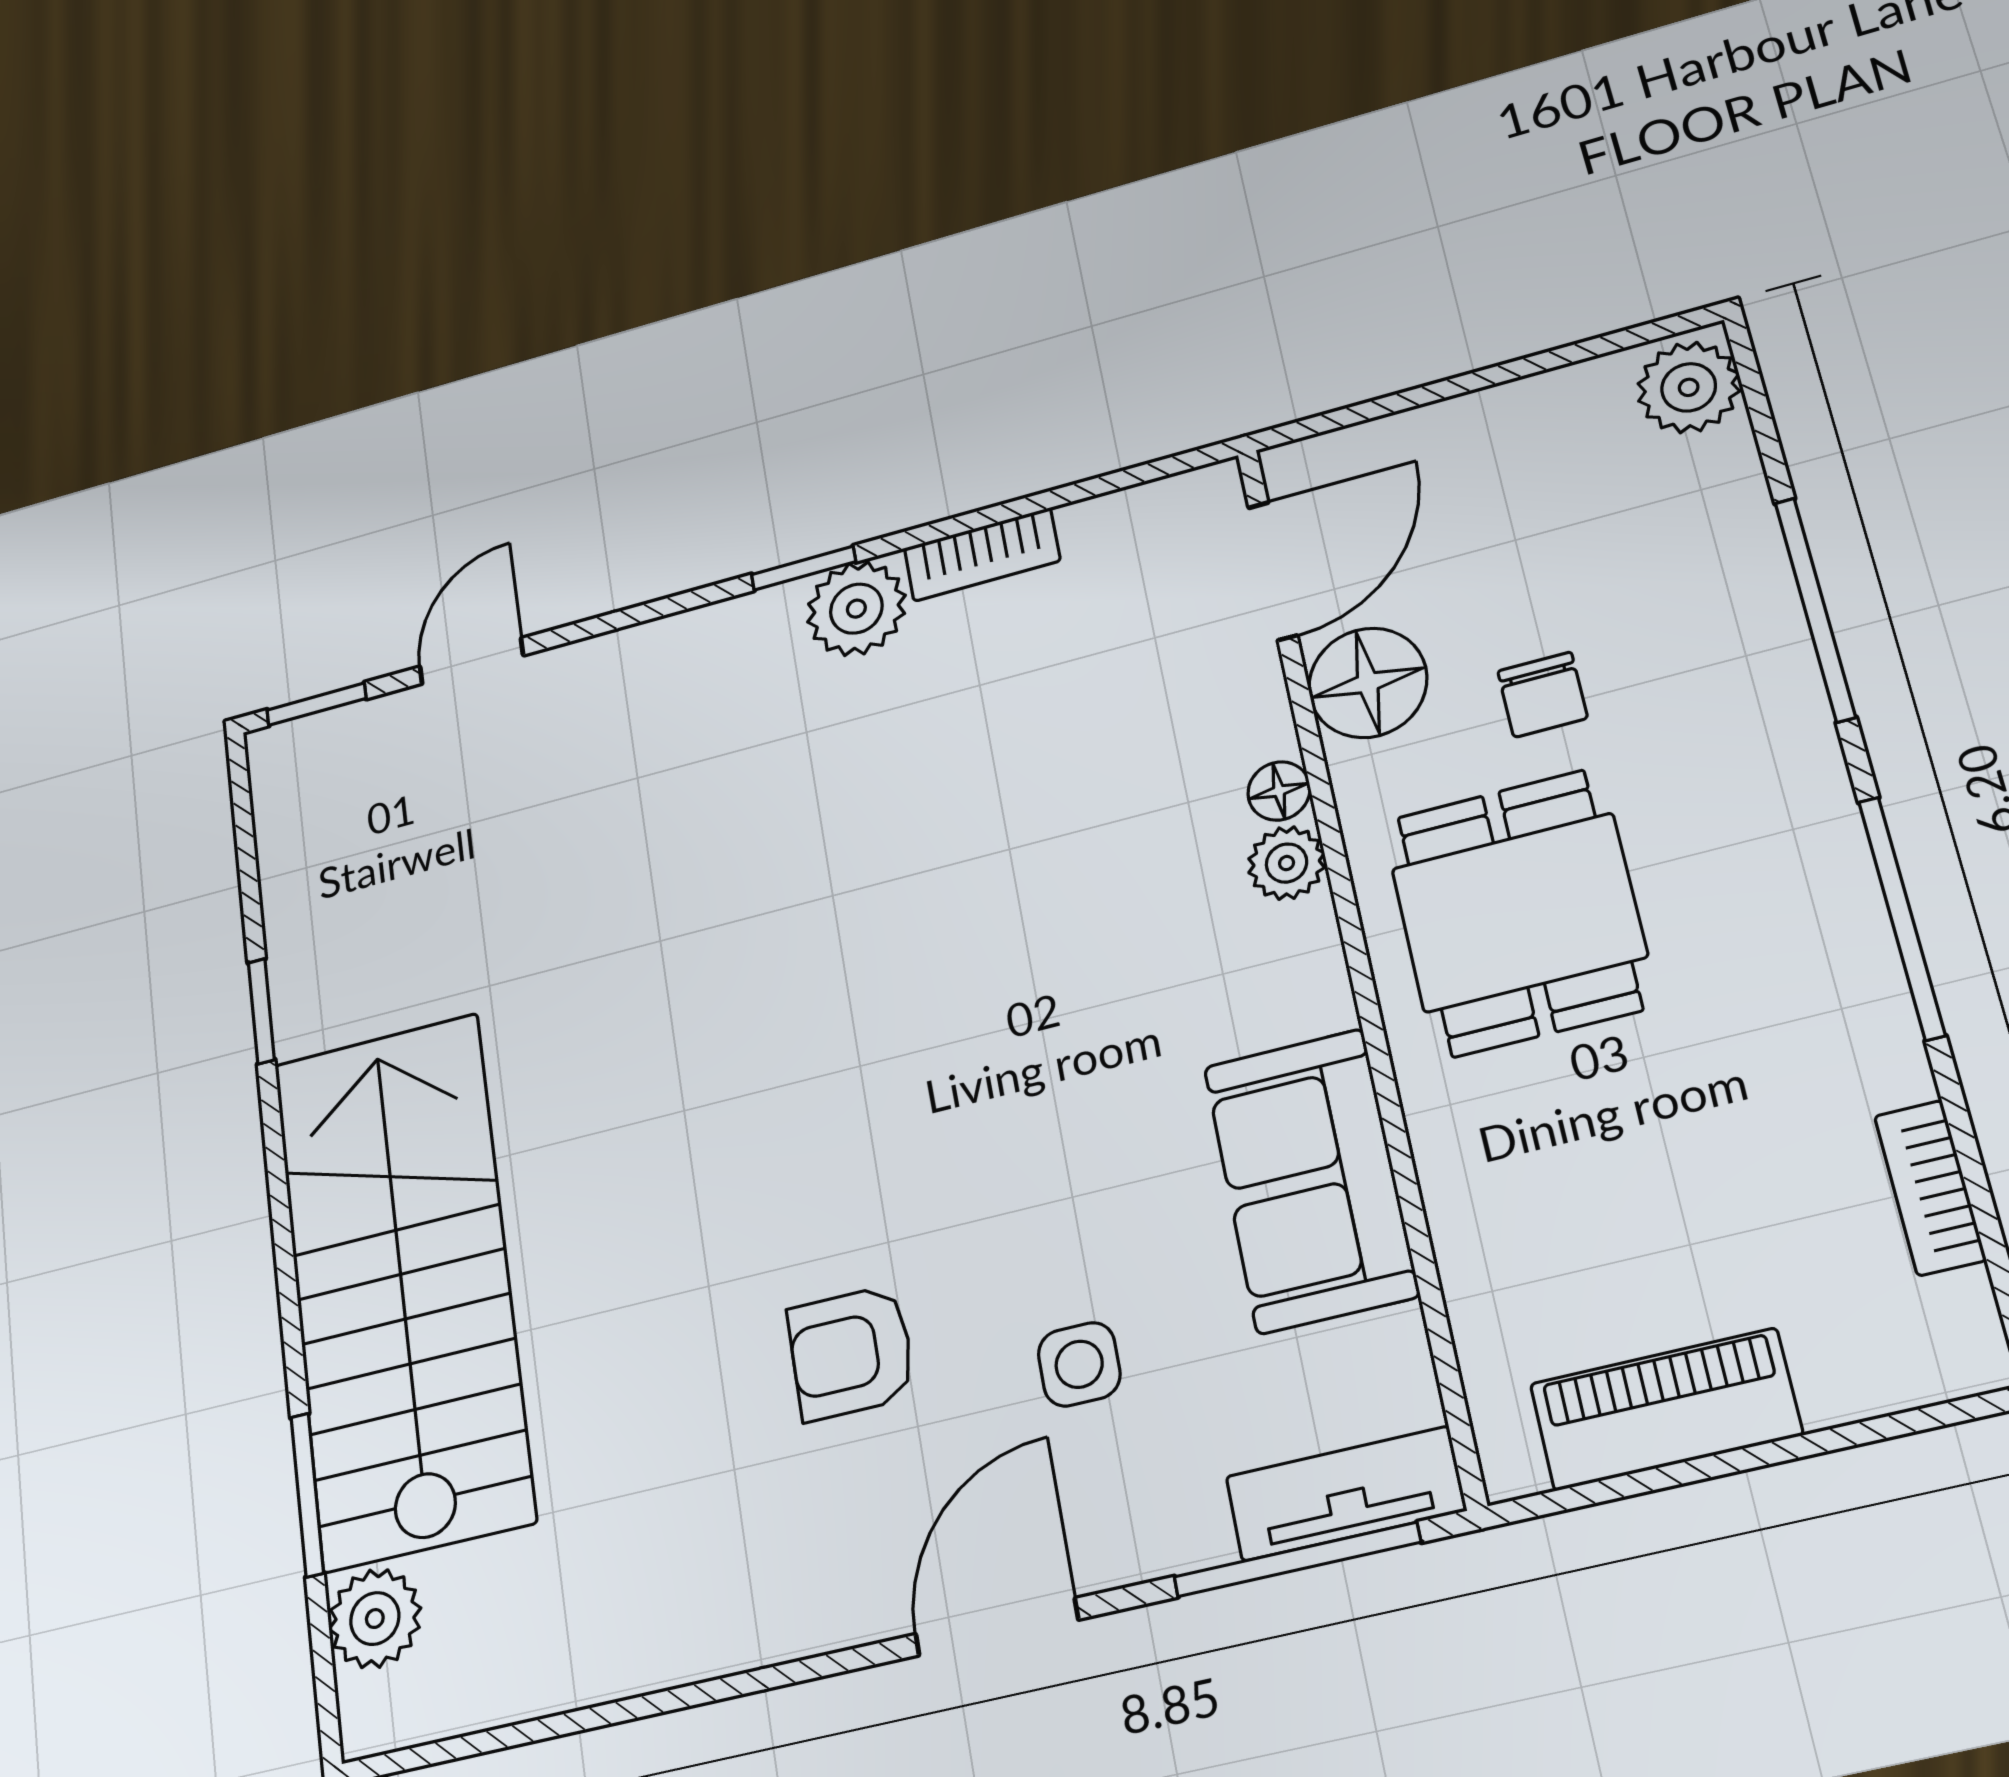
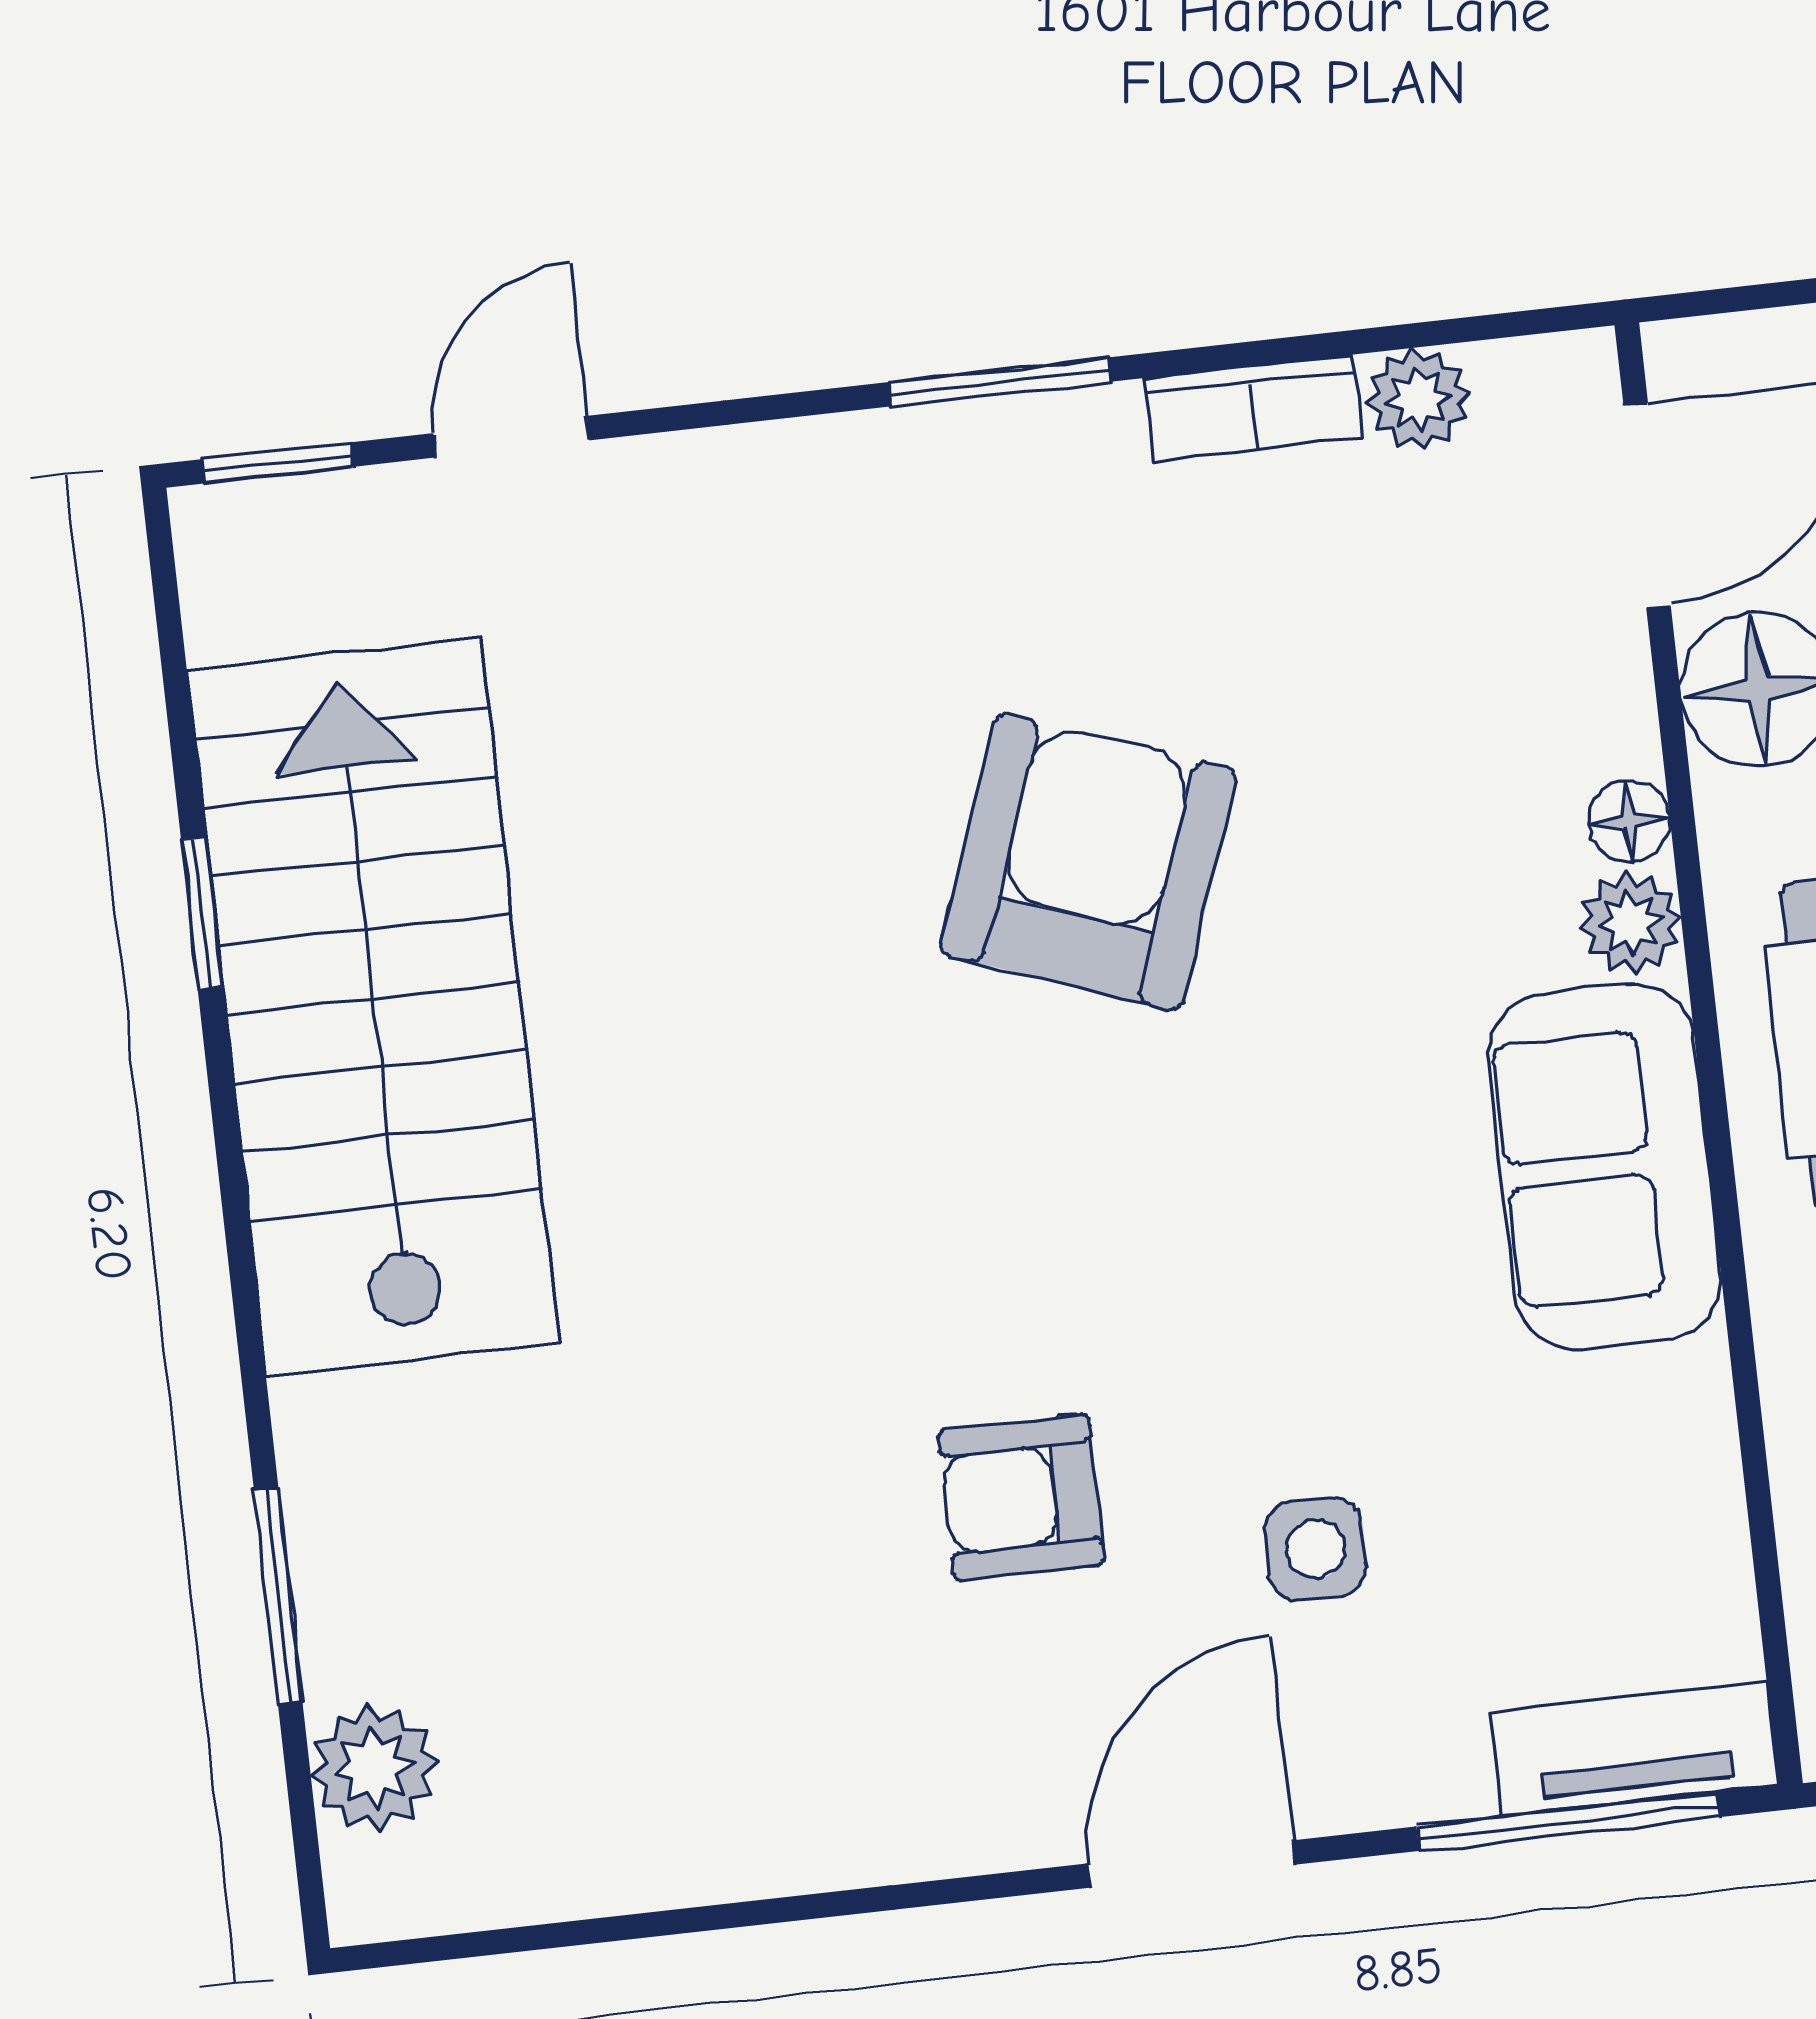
window: (803, 568) -> (1000, 382), width x1.50
plant: (856, 609) -> (1418, 399), moved, width x0.73, depth x0.73
armchair: (880, 881) -> (1089, 862), added
sofa: (1311, 1180) -> (1605, 1167), moved
stairs: (402, 1287) -> (373, 1007), moved

